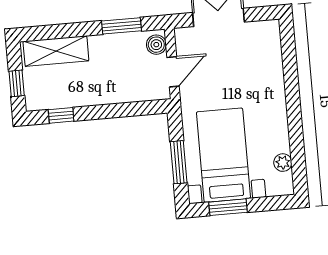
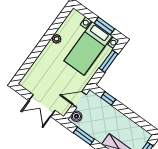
window: (61, 115) -> (108, 98), moved
plant: (283, 163) -> (56, 39), moved

